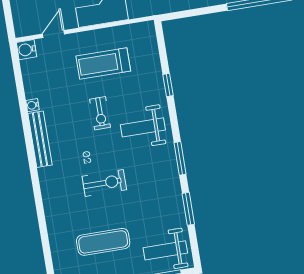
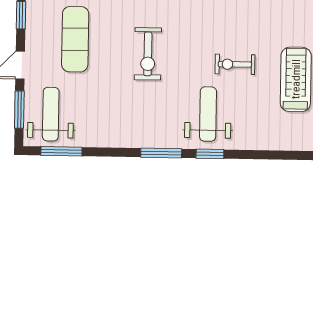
window: (168, 85) -> (210, 154), moved
window: (188, 209) -> (61, 151), moved

